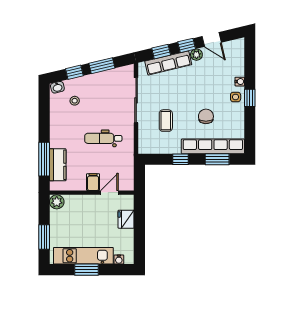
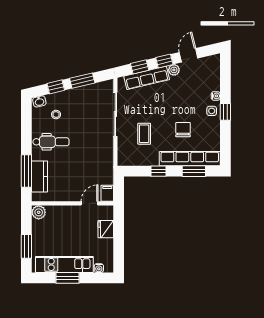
door: (212, 39) -> (189, 55), swing flipped
dental chair: (103, 138) -> (51, 142), moved, turned 180
filing cabinet: (93, 182) -> (107, 193), moved

